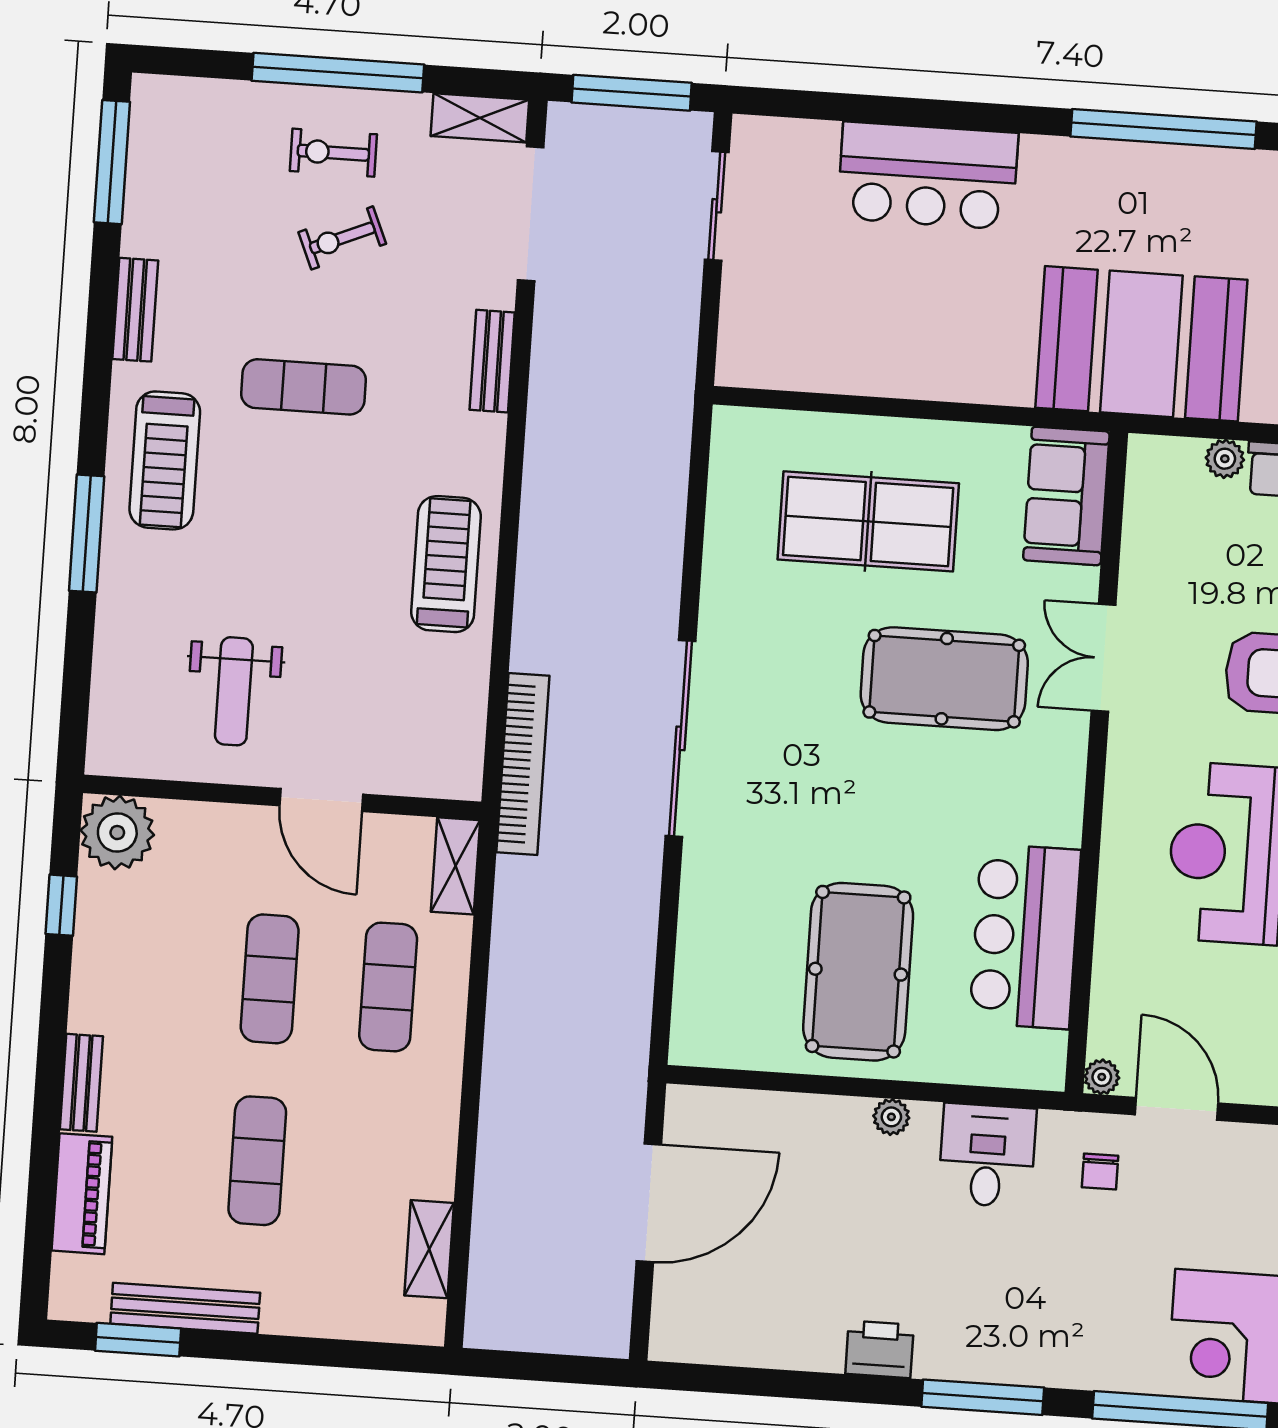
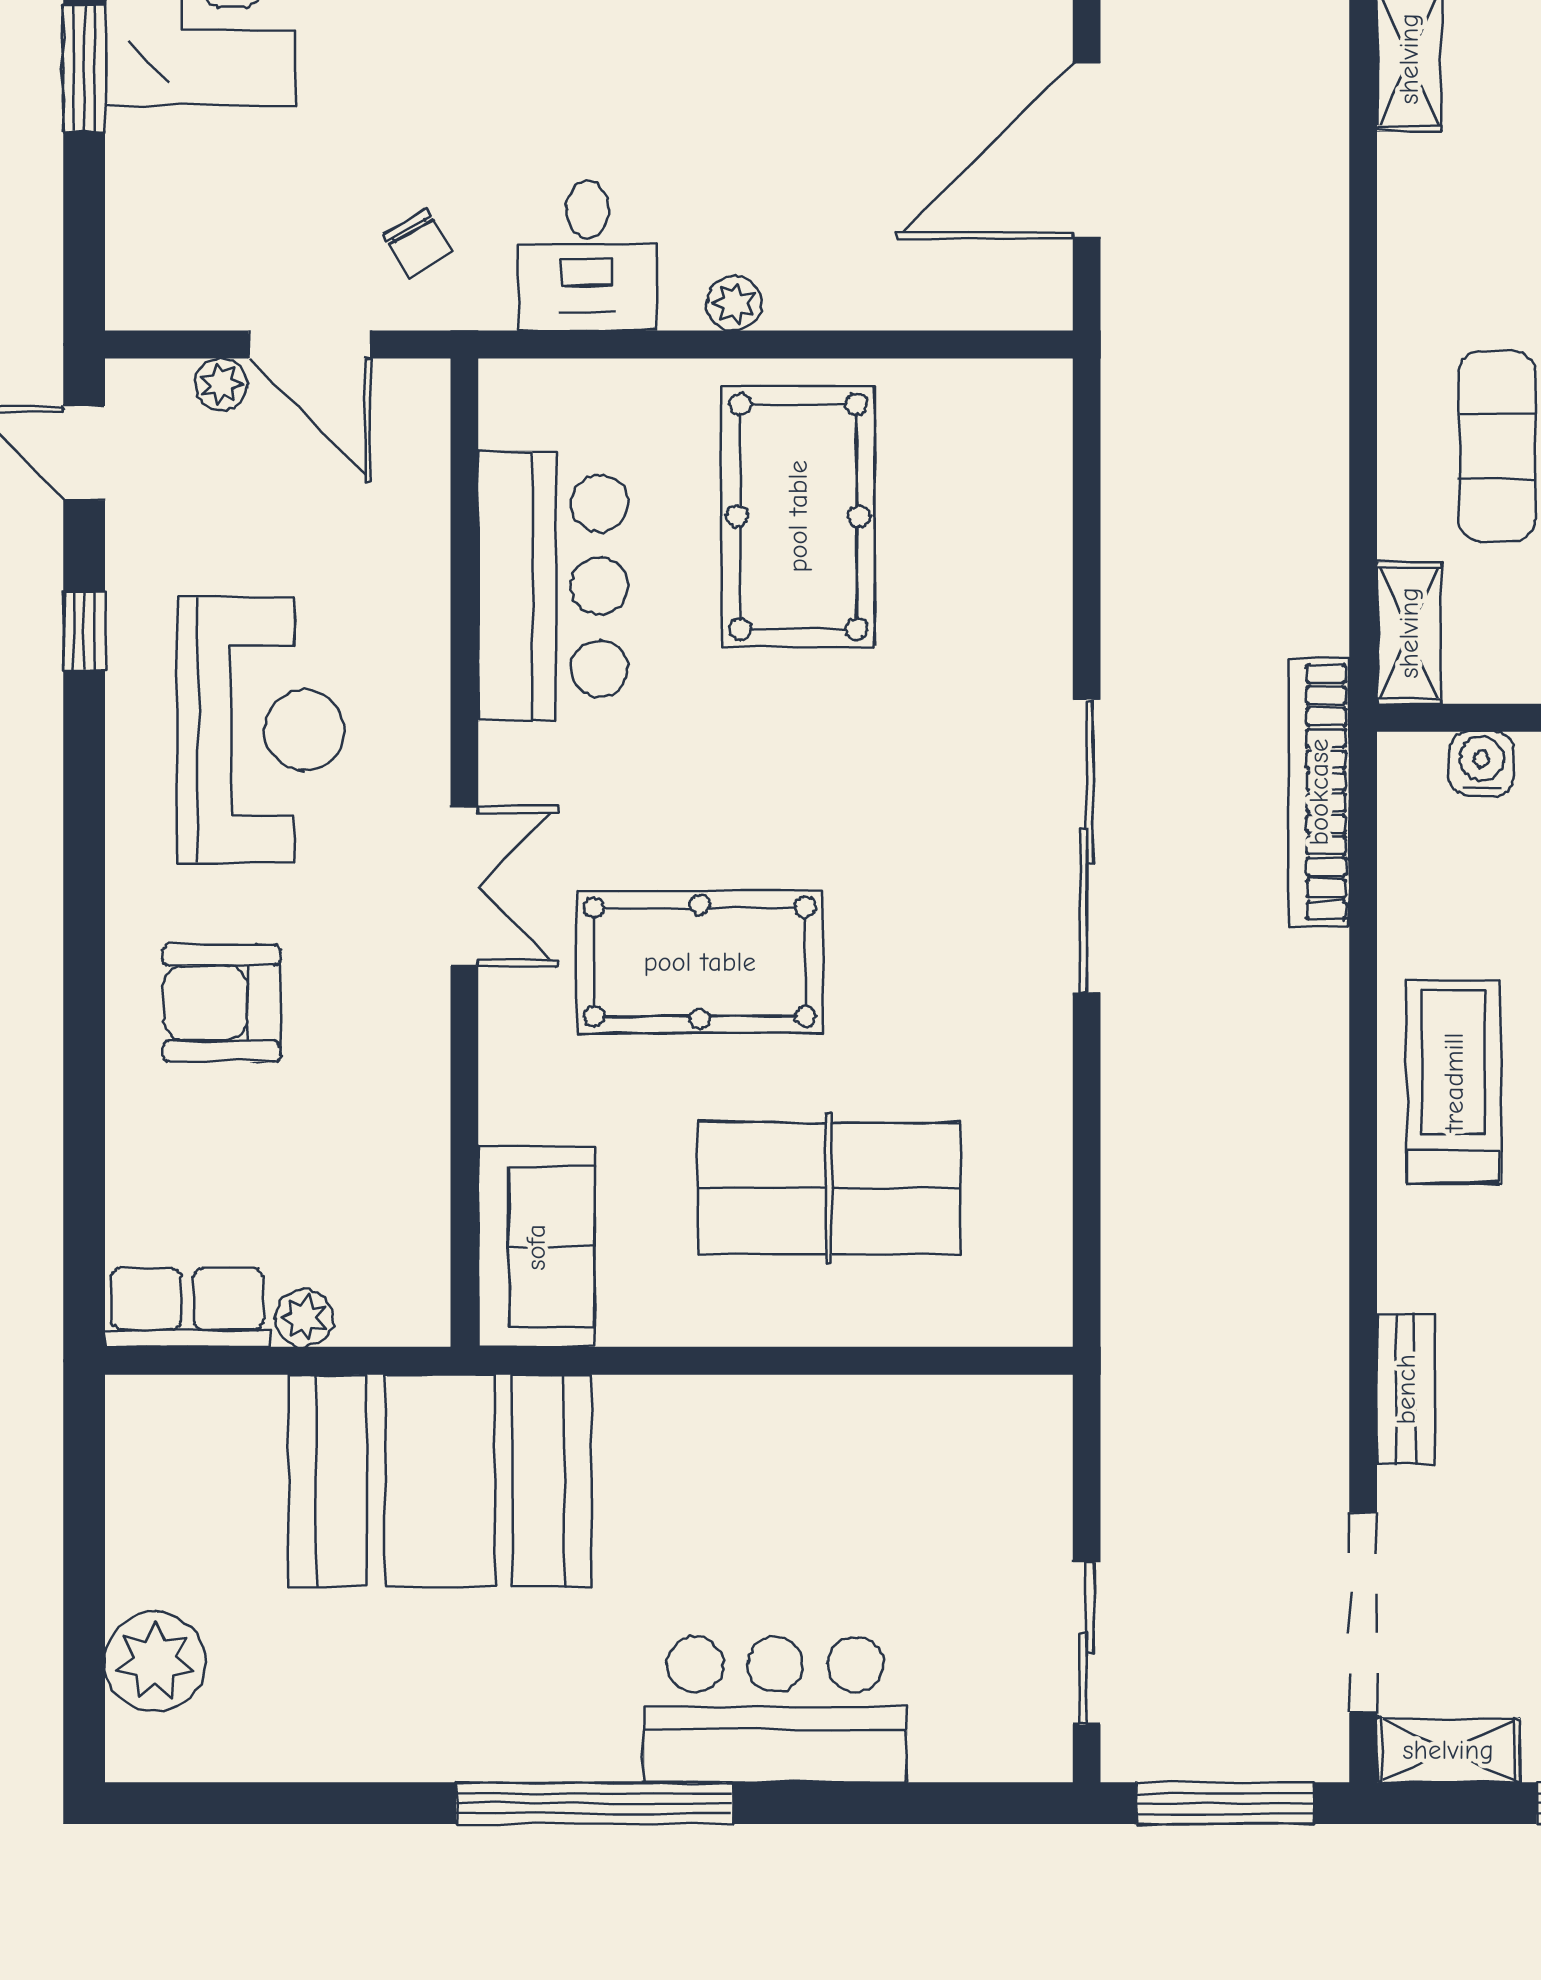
window: (1163, 129) -> (594, 1803), moved
treadmill: (446, 564) -> (1454, 1082), turned 180
double door: (1104, 658) -> (464, 886), moved
water cooler: (413, 775) -> (1481, 764), added
plant: (1102, 1077) -> (221, 384), moved
chair: (1100, 1171) -> (417, 243), turned 149

